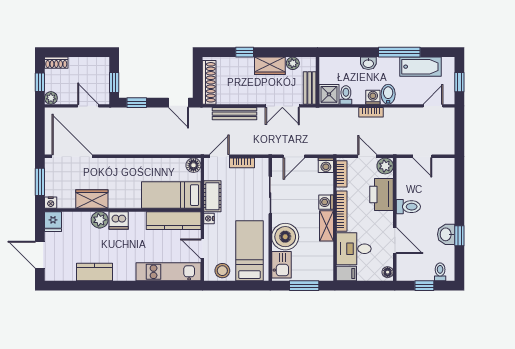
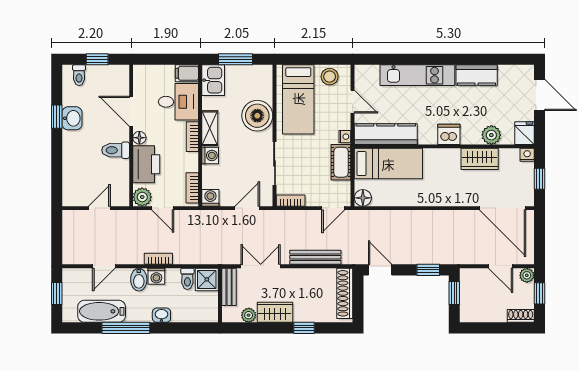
door: (88, 106) -> (501, 266), moved
door: (433, 106) -> (104, 266), moved
door: (422, 156) -> (99, 208), hinge flipped
bookcase: (242, 163) -> (291, 201), moved
window: (40, 182) -> (540, 179), width x0.67
bookcase: (342, 211) -> (192, 137), width x0.64
plant: (100, 220) -> (491, 135), moved
kitchen sink: (281, 265) -> (213, 80), moved, turned 180
kitchen unit: (168, 272) -> (417, 75), moved
floor lamp: (388, 272) -> (139, 138), moved

